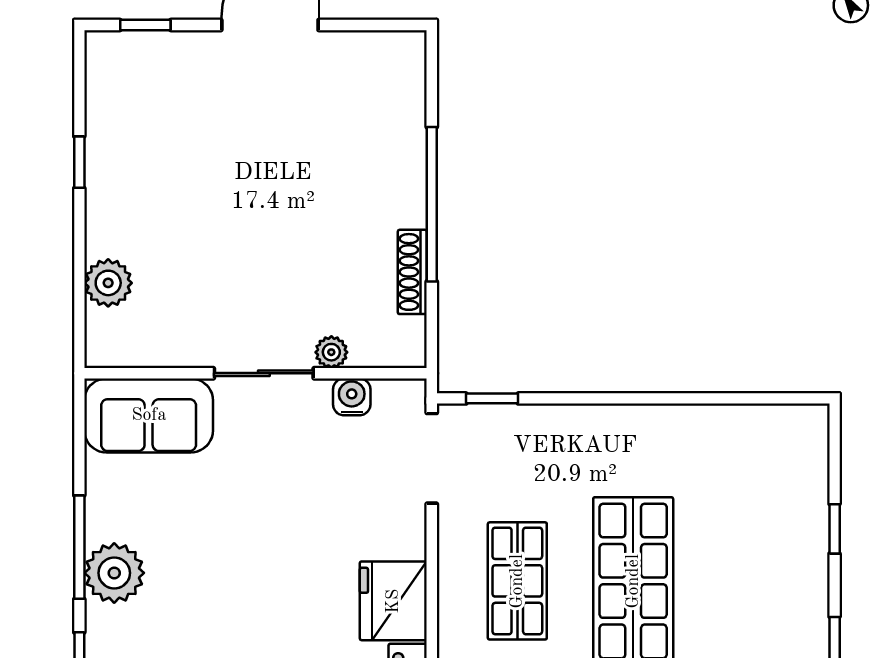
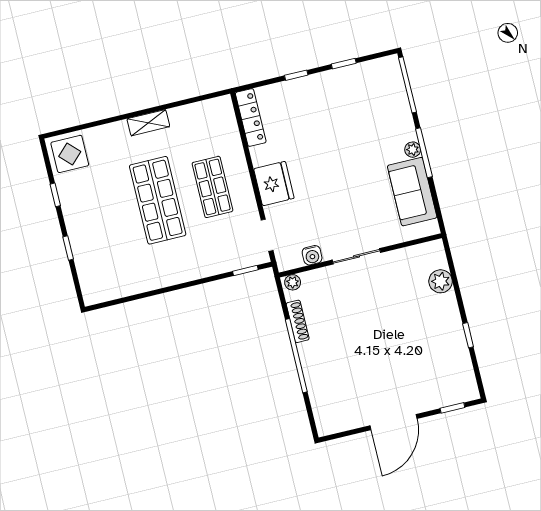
plant: (331, 352) -> (293, 282), moved
sofa: (149, 415) -> (412, 192), moved, turned -90
doorway: (432, 458) -> (267, 235), width x0.73
plant: (114, 573) -> (413, 150), width x0.53, depth x0.53
fridge: (393, 601) -> (274, 184), moved

